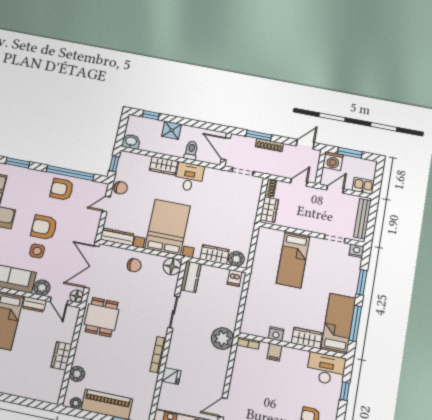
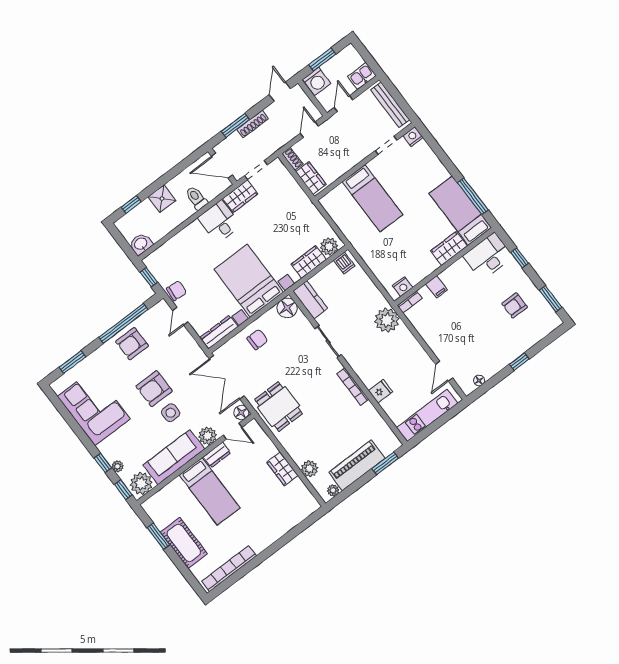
wardrobe: (164, 166) -> (240, 196), moved
window: (362, 282) -> (444, 158), removed
nightstand: (276, 334) -> (403, 287), moved

